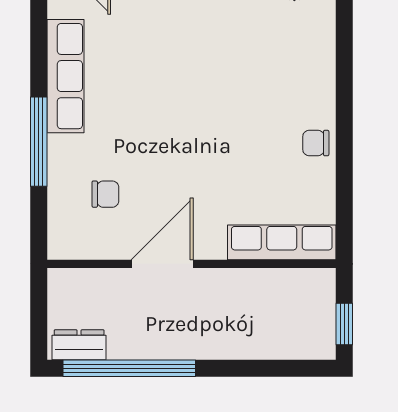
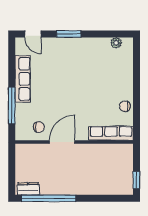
row of seats: (282, 242) -> (111, 133), moved
door: (162, 264) -> (62, 142), moved
wall: (191, 264) -> (74, 142), moved

